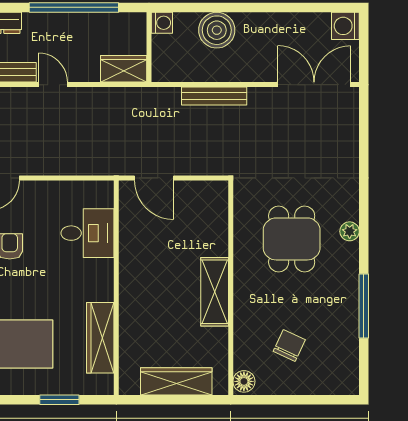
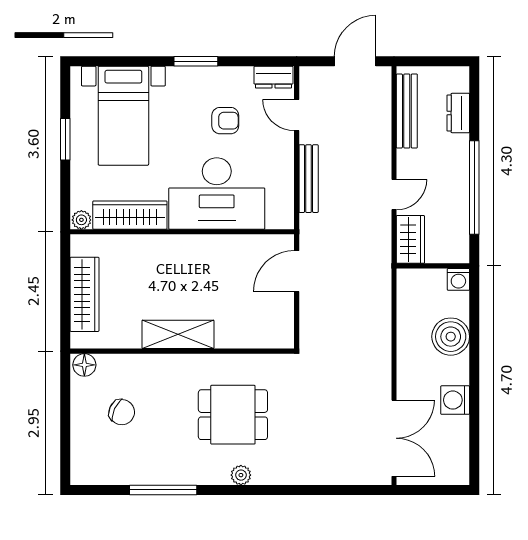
washing machine: (345, 26) -> (455, 400), moved, turned -90
door: (53, 85) -> (394, 195), moved
bench: (214, 96) -> (309, 179), moved
desk: (88, 233) -> (217, 194), width x1.87, depth x1.30
plant: (105, 384) -> (81, 220), added
window: (59, 400) -> (65, 139), moved

